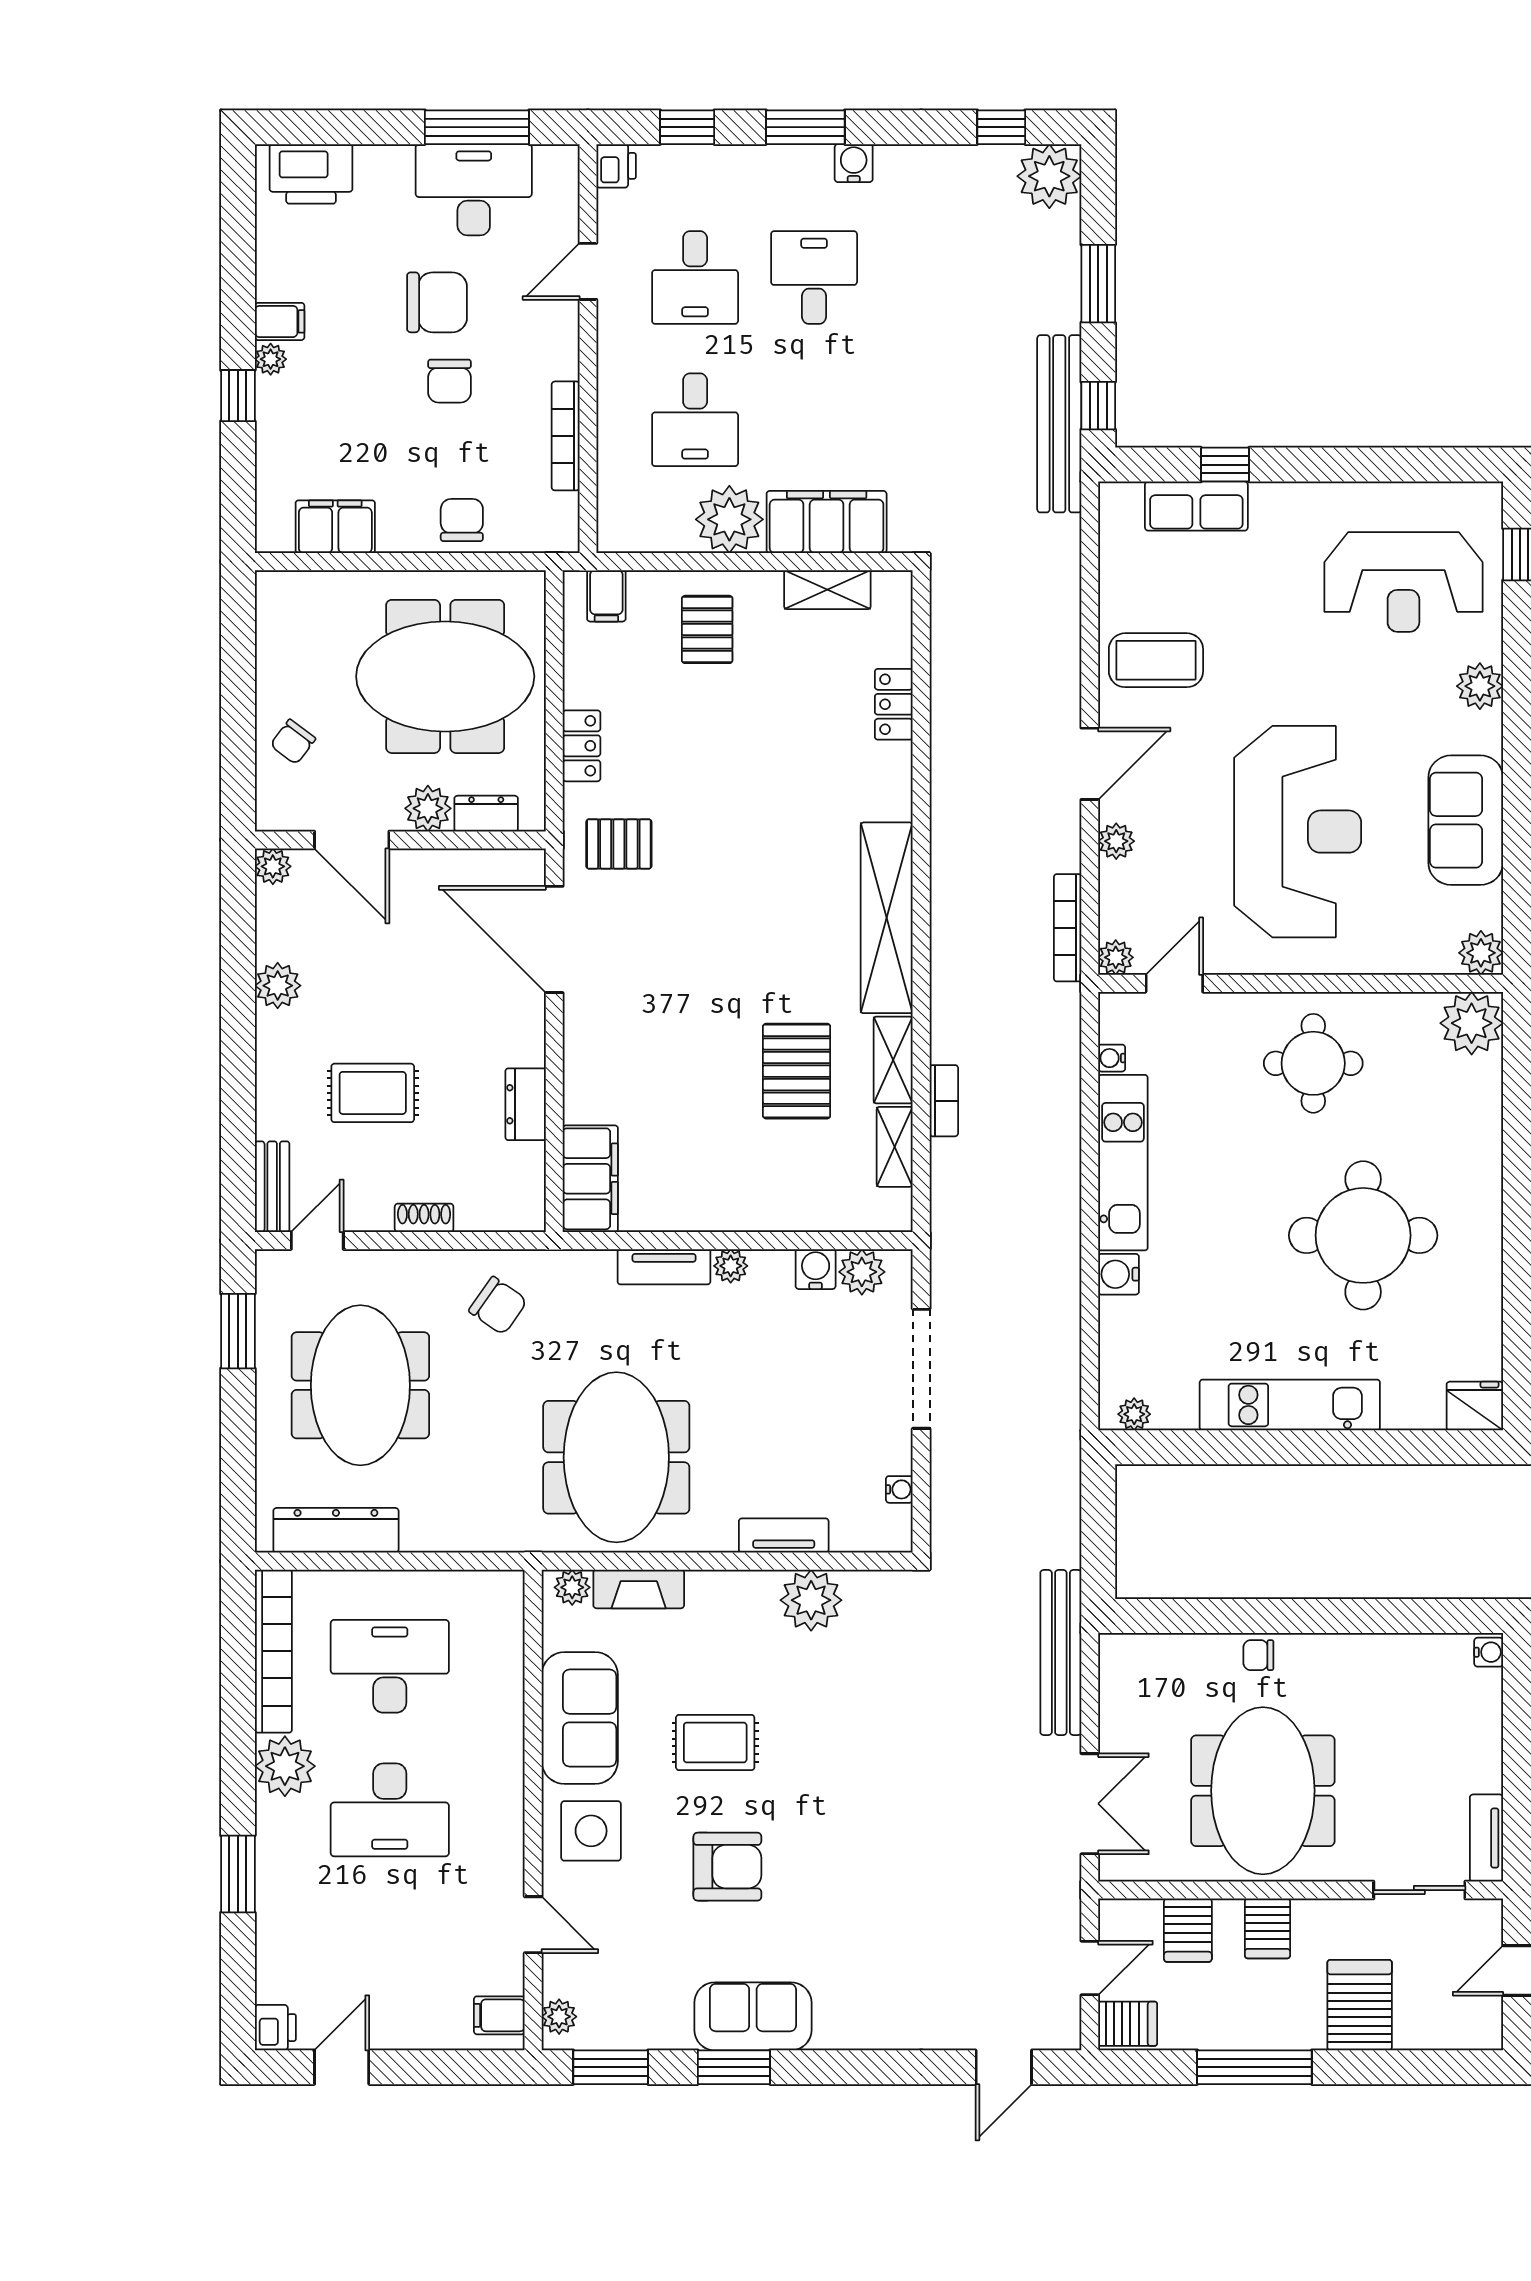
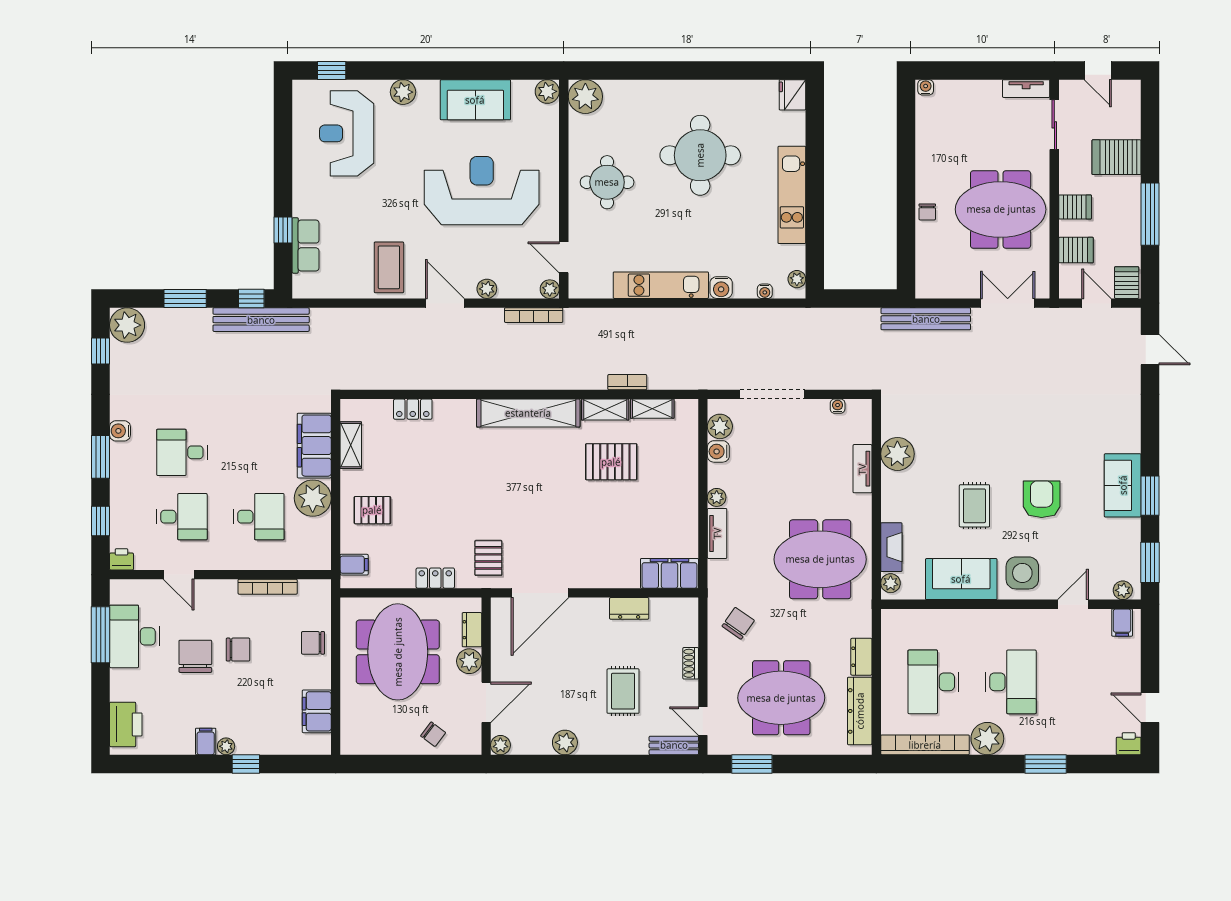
reception desk: (1403, 582) -> (347, 133), turned 180
water cooler: (1112, 1058) -> (765, 291), moved
dresser: (436, 1533) -> (861, 657), added

